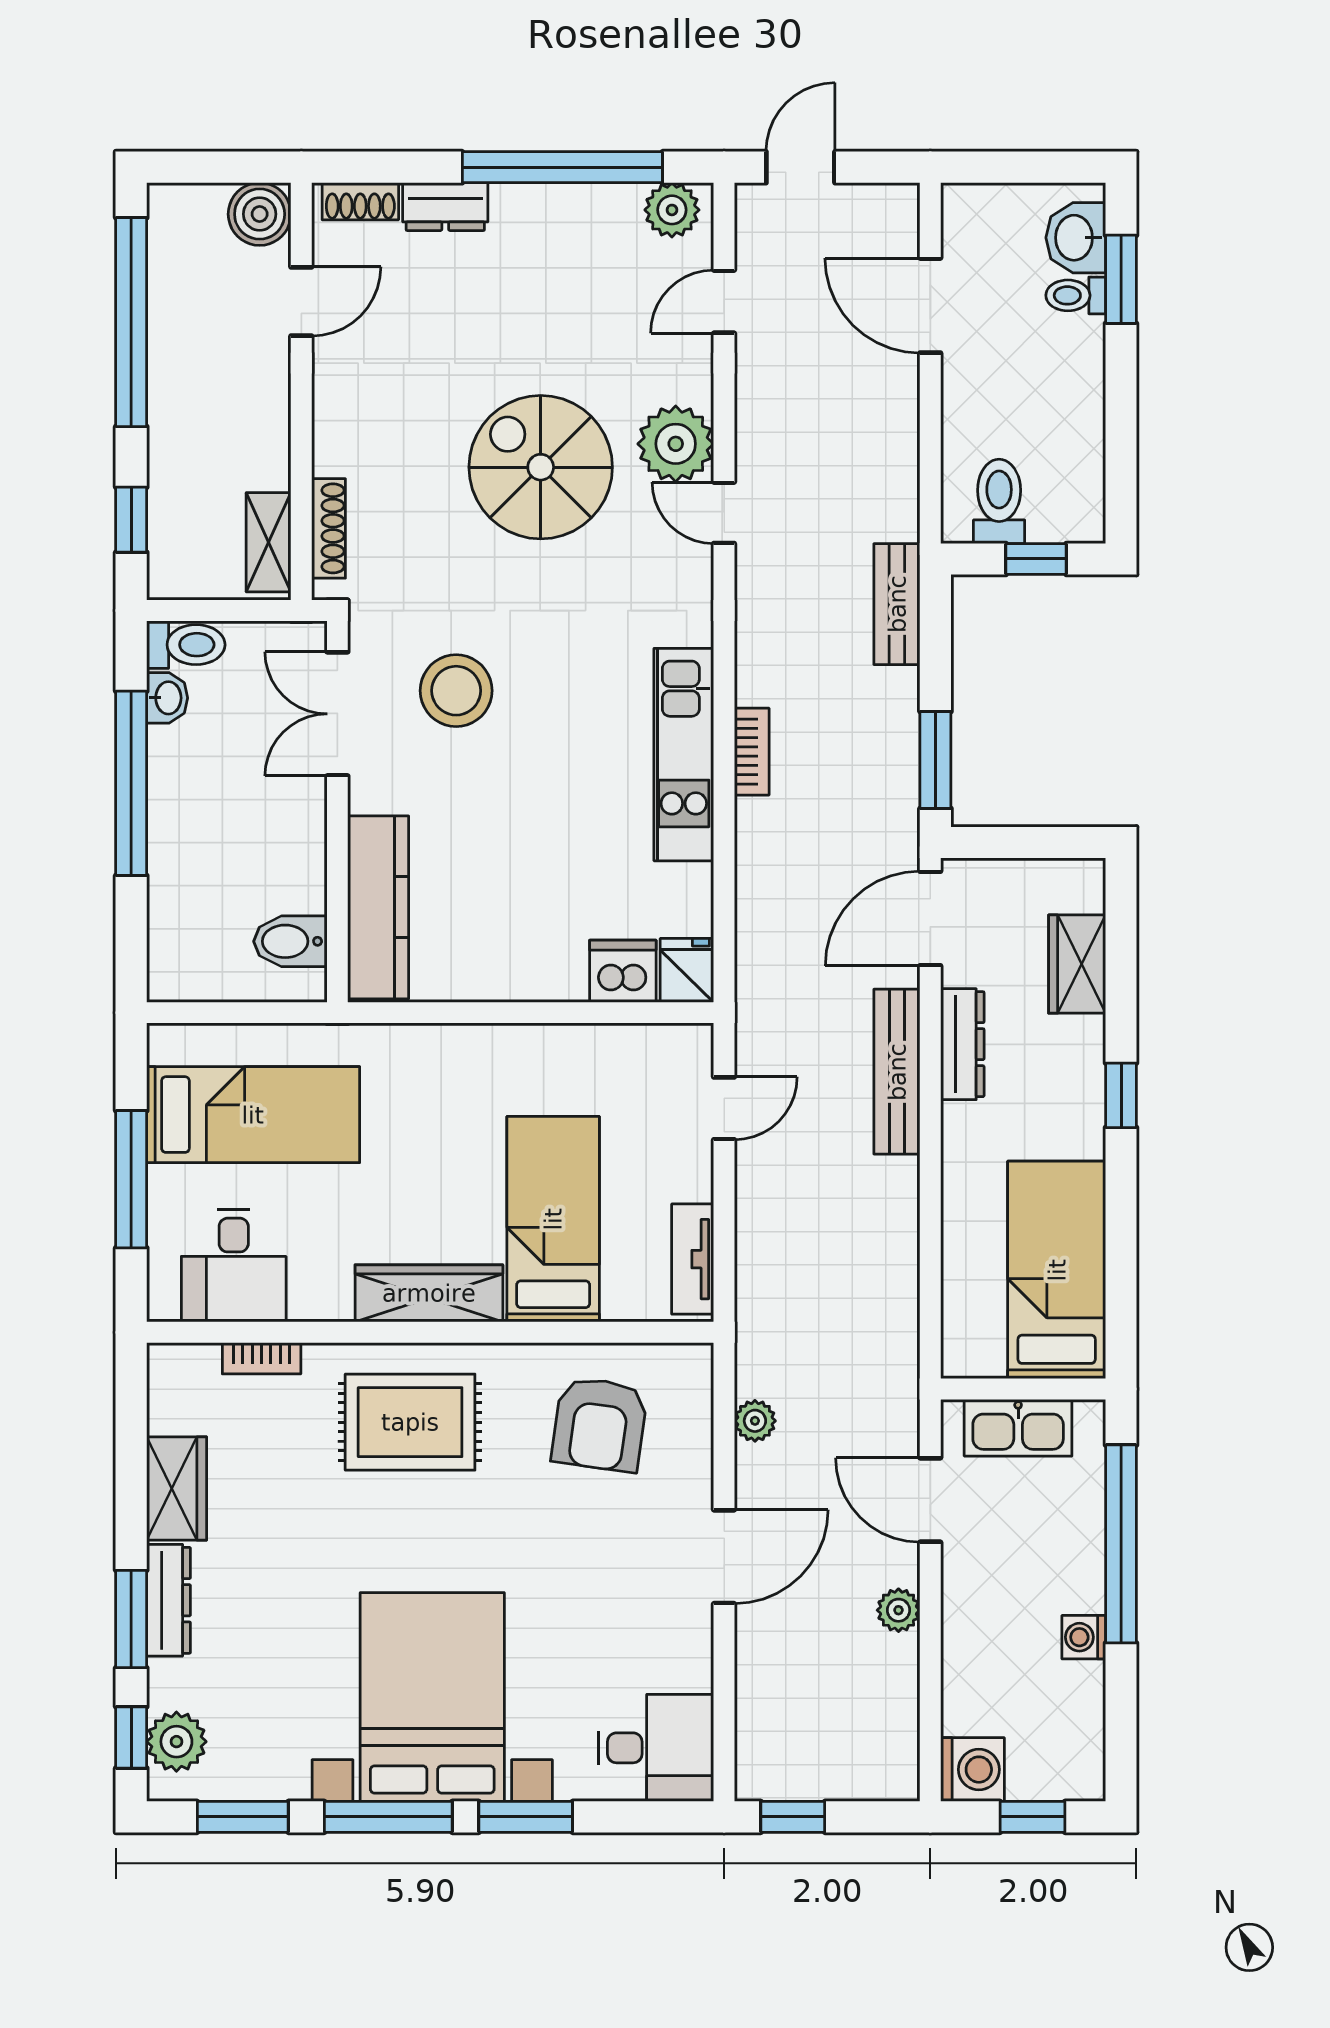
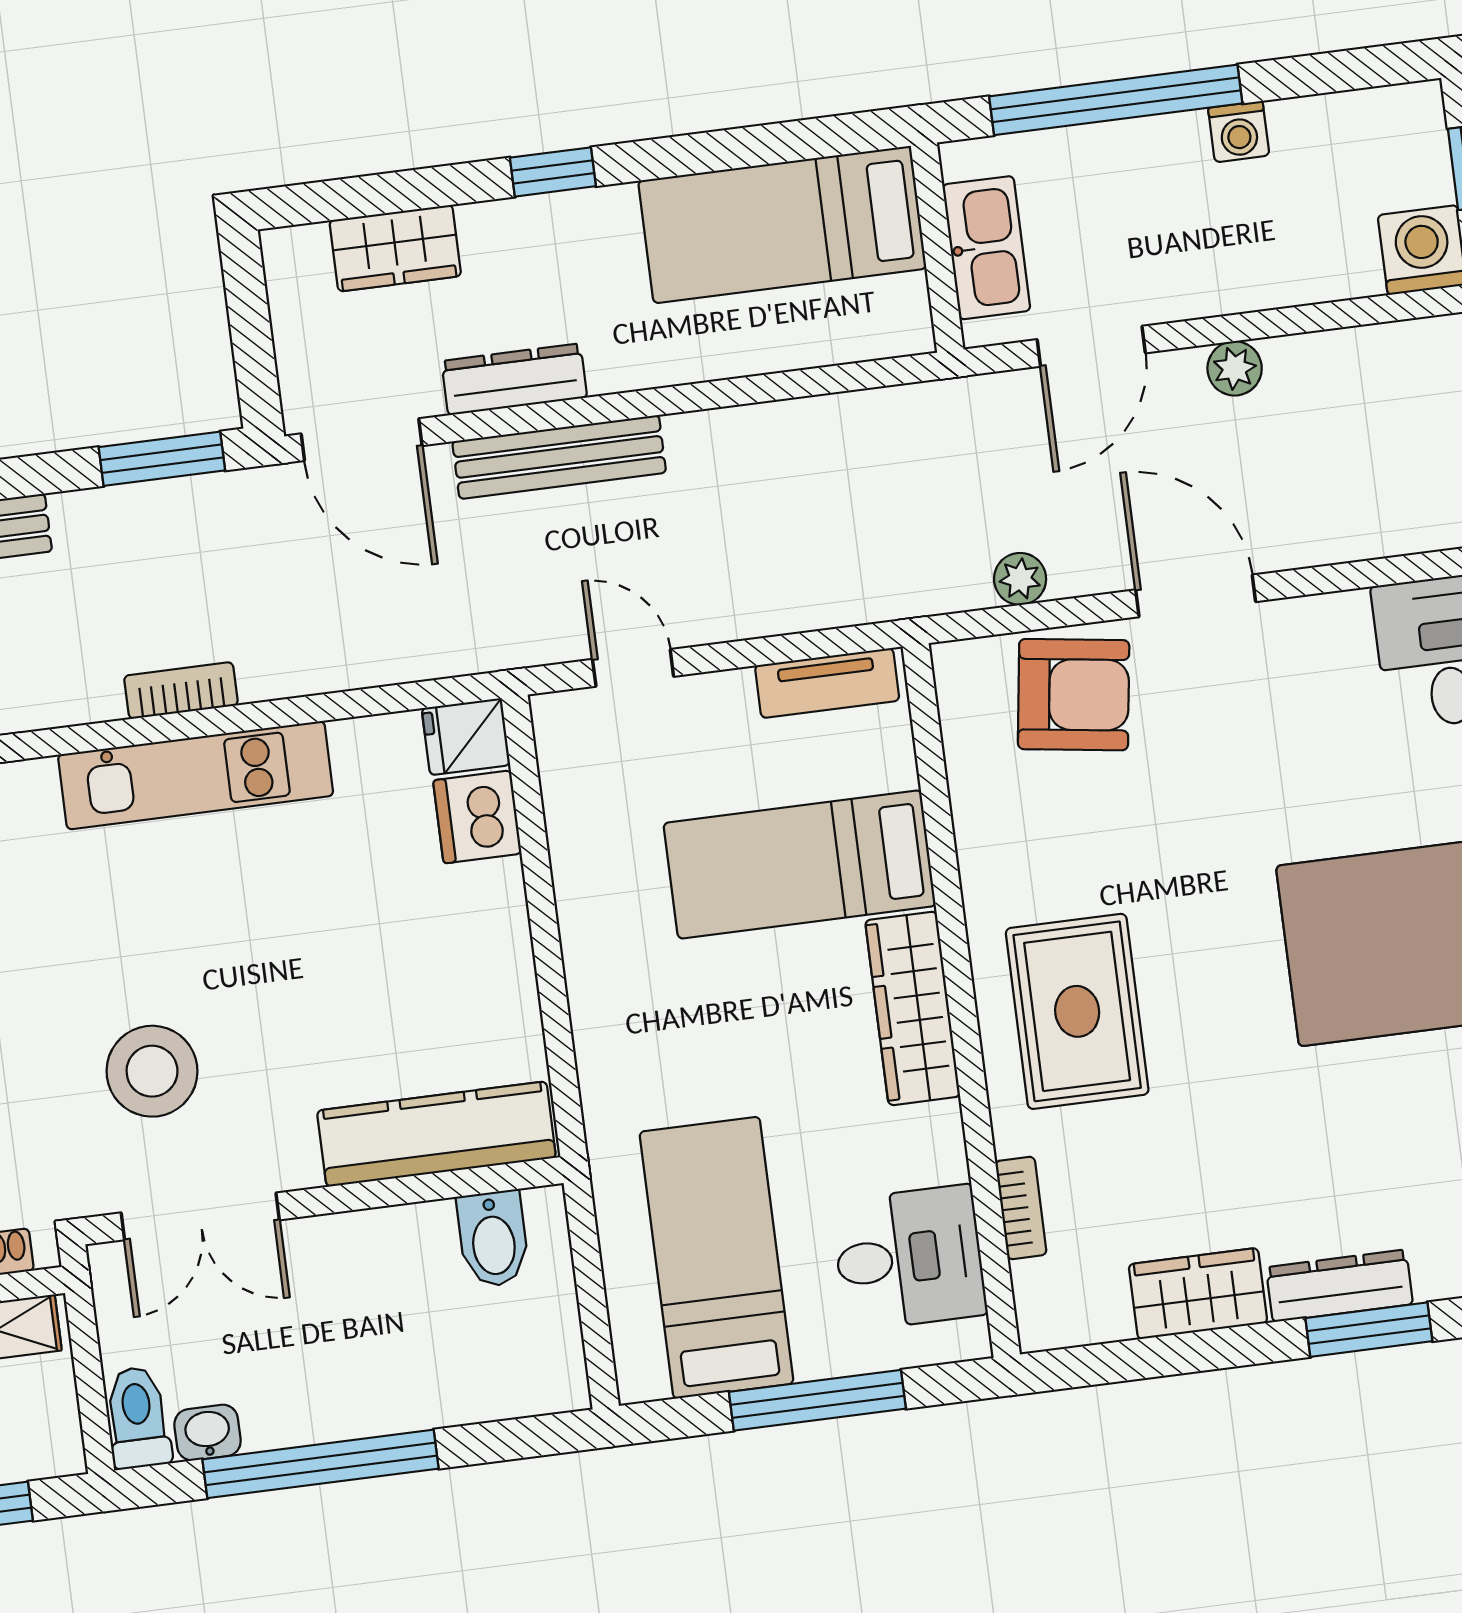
armchair: (600, 1424) -> (1074, 695), moved

